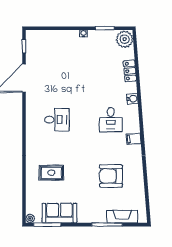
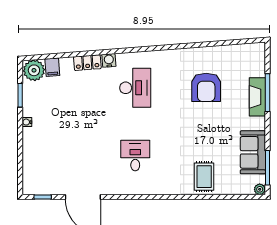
locker: (130, 71) -> (87, 63), moved
desk: (111, 120) -> (135, 88), width x1.37
filing cabinet: (134, 139) -> (52, 67), moved
rug: (51, 173) -> (204, 177), moved
fireplace: (122, 217) -> (257, 97), moved

